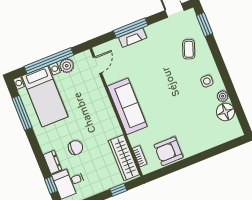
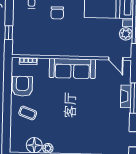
coffee table: (189, 49) -> (28, 113), moved
side table: (207, 81) -> (65, 141), removed
wardrobe: (124, 158) -> (32, 48), removed

